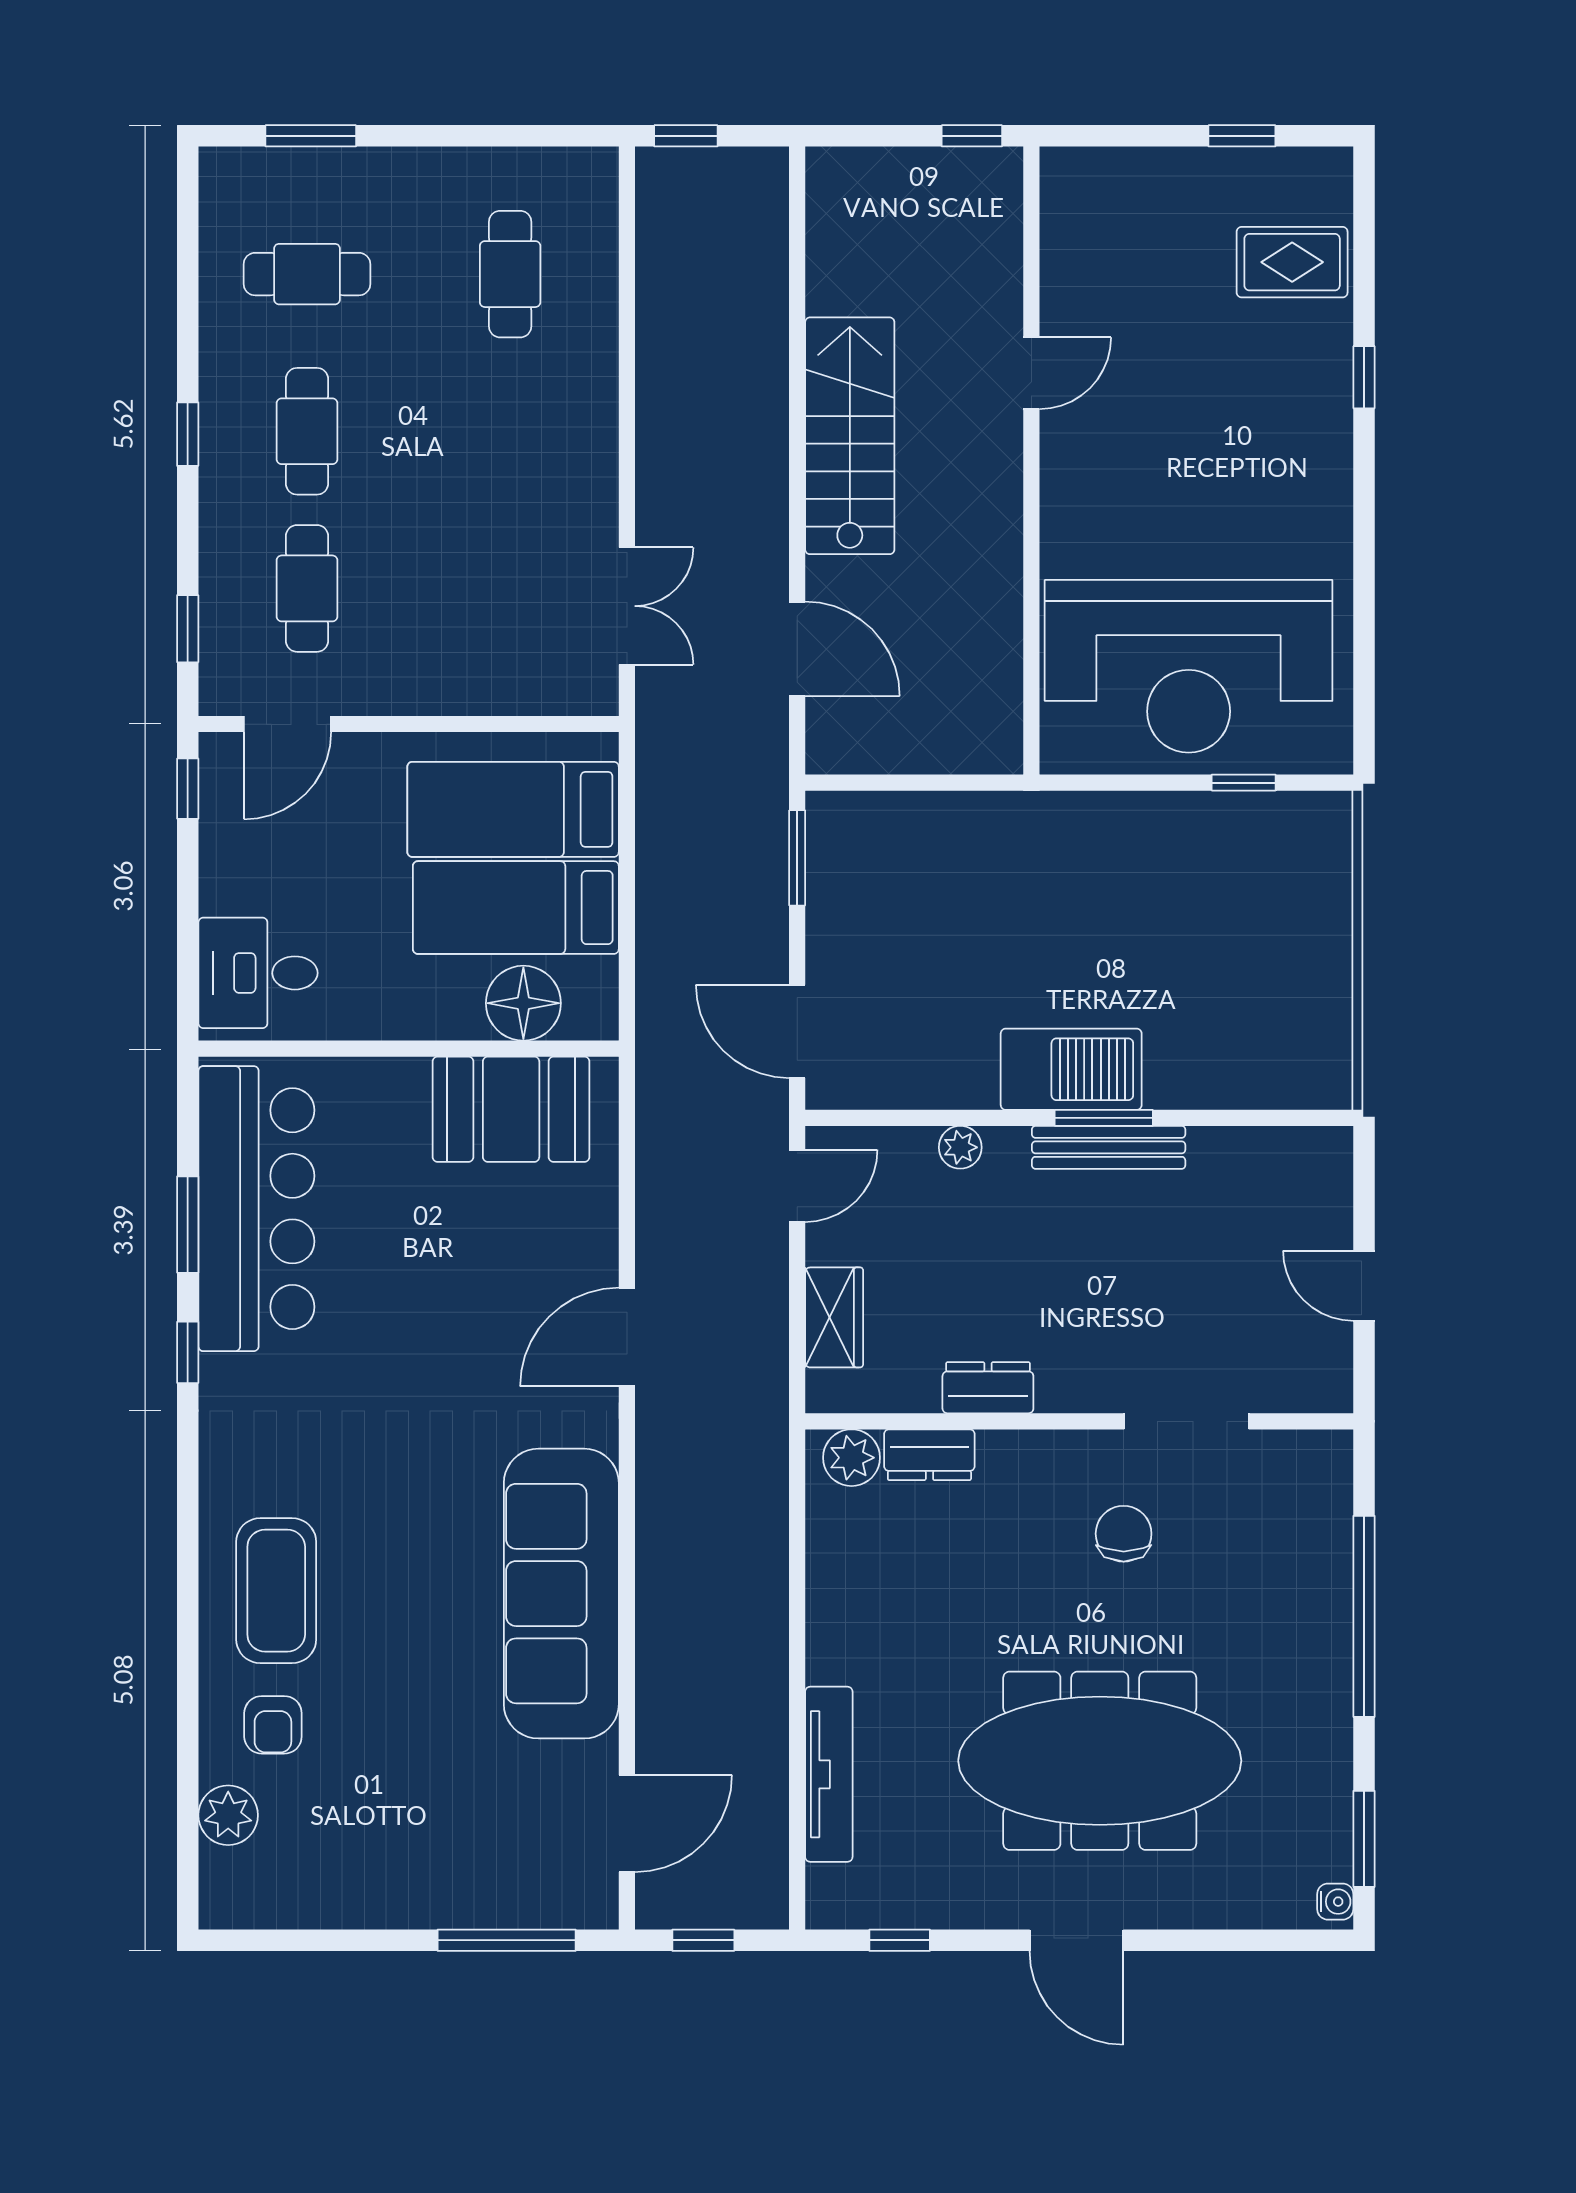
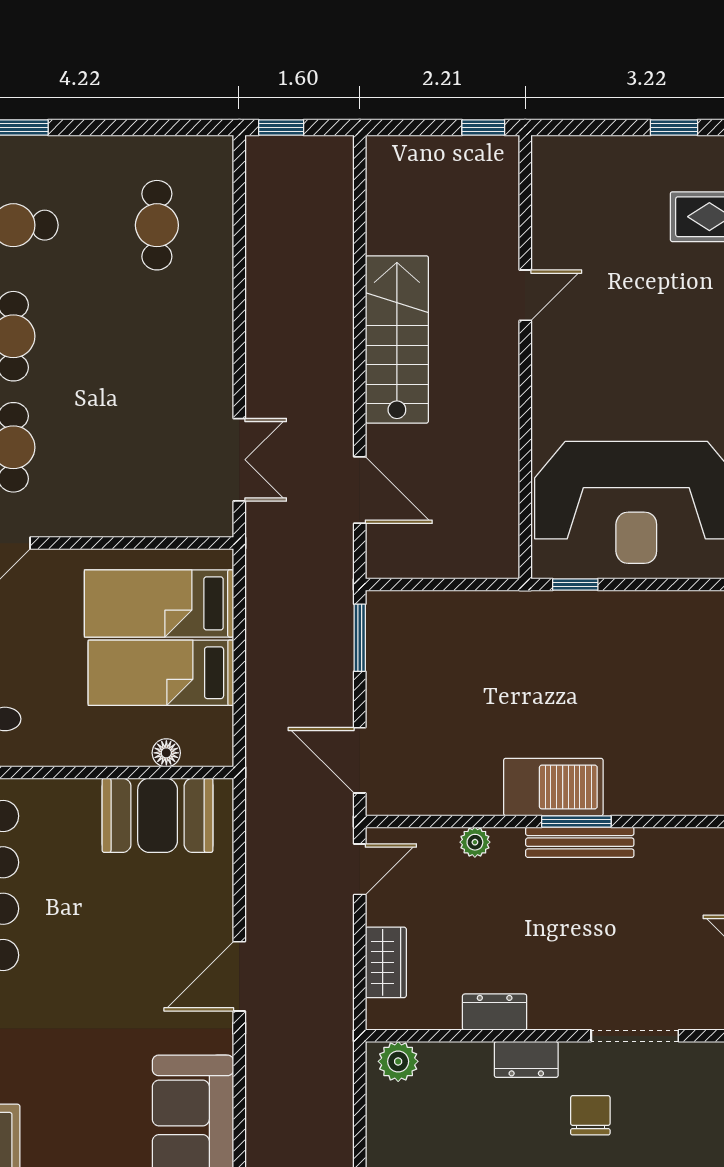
window: (1244, 783) -> (575, 584), moved
floor lamp: (523, 1003) -> (166, 753), width x0.53, depth x0.53
dresser: (929, 1455) -> (526, 1059), moved

